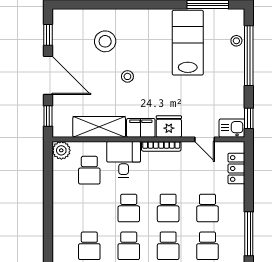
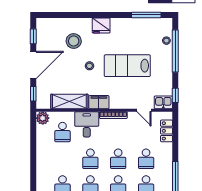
lab bench: (188, 43) -> (127, 66), moved, turned -90
door: (48, 75) -> (33, 65), hinge flipped
fridge: (169, 127) -> (101, 26), moved, turned 180

